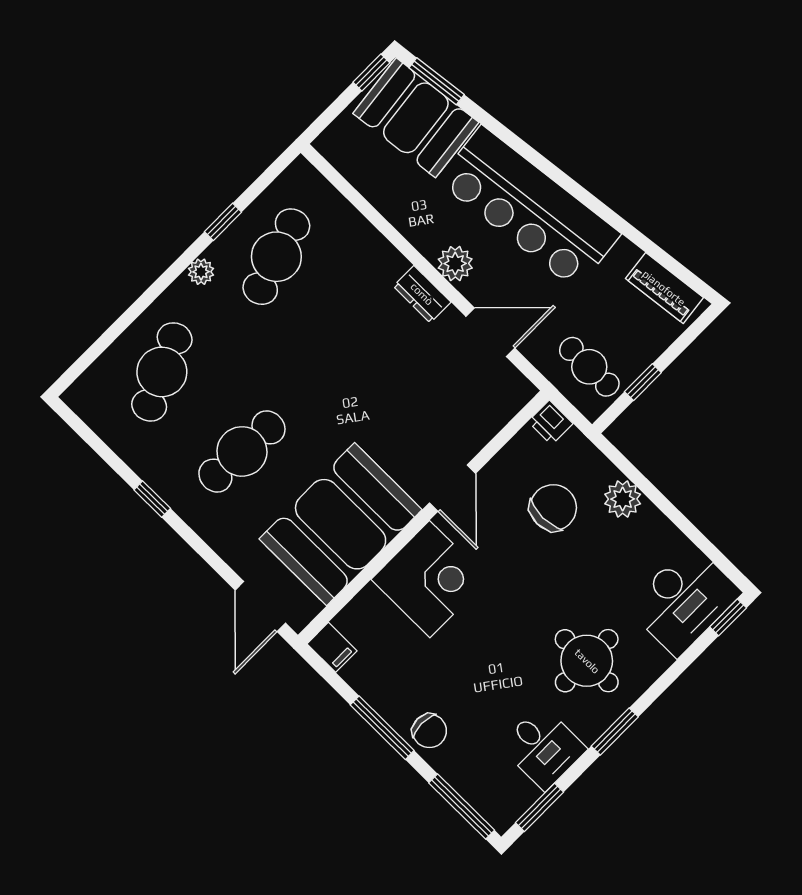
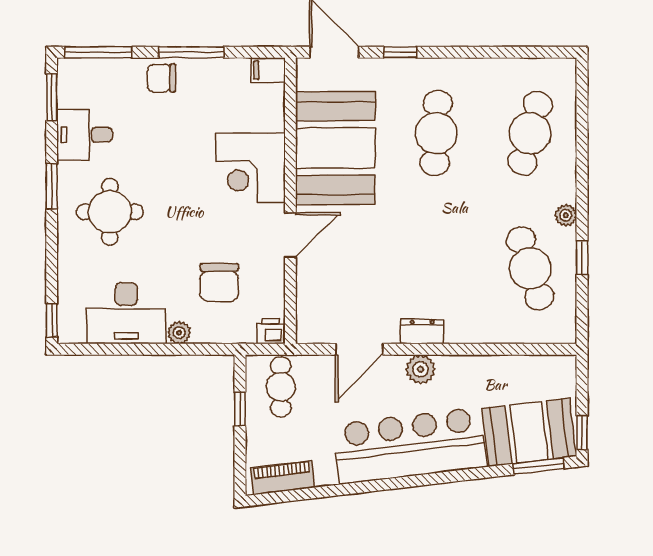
cafe table: (589, 367) -> (281, 387), turned 90
cafe table: (162, 372) -> (530, 133), turned 39
door: (452, 488) -> (290, 235), swing flipped
window: (152, 499) -> (400, 52), moved
plant: (623, 499) -> (179, 333), width x0.73, depth x0.73
desk: (684, 600) -> (126, 313), moved, turned -90

